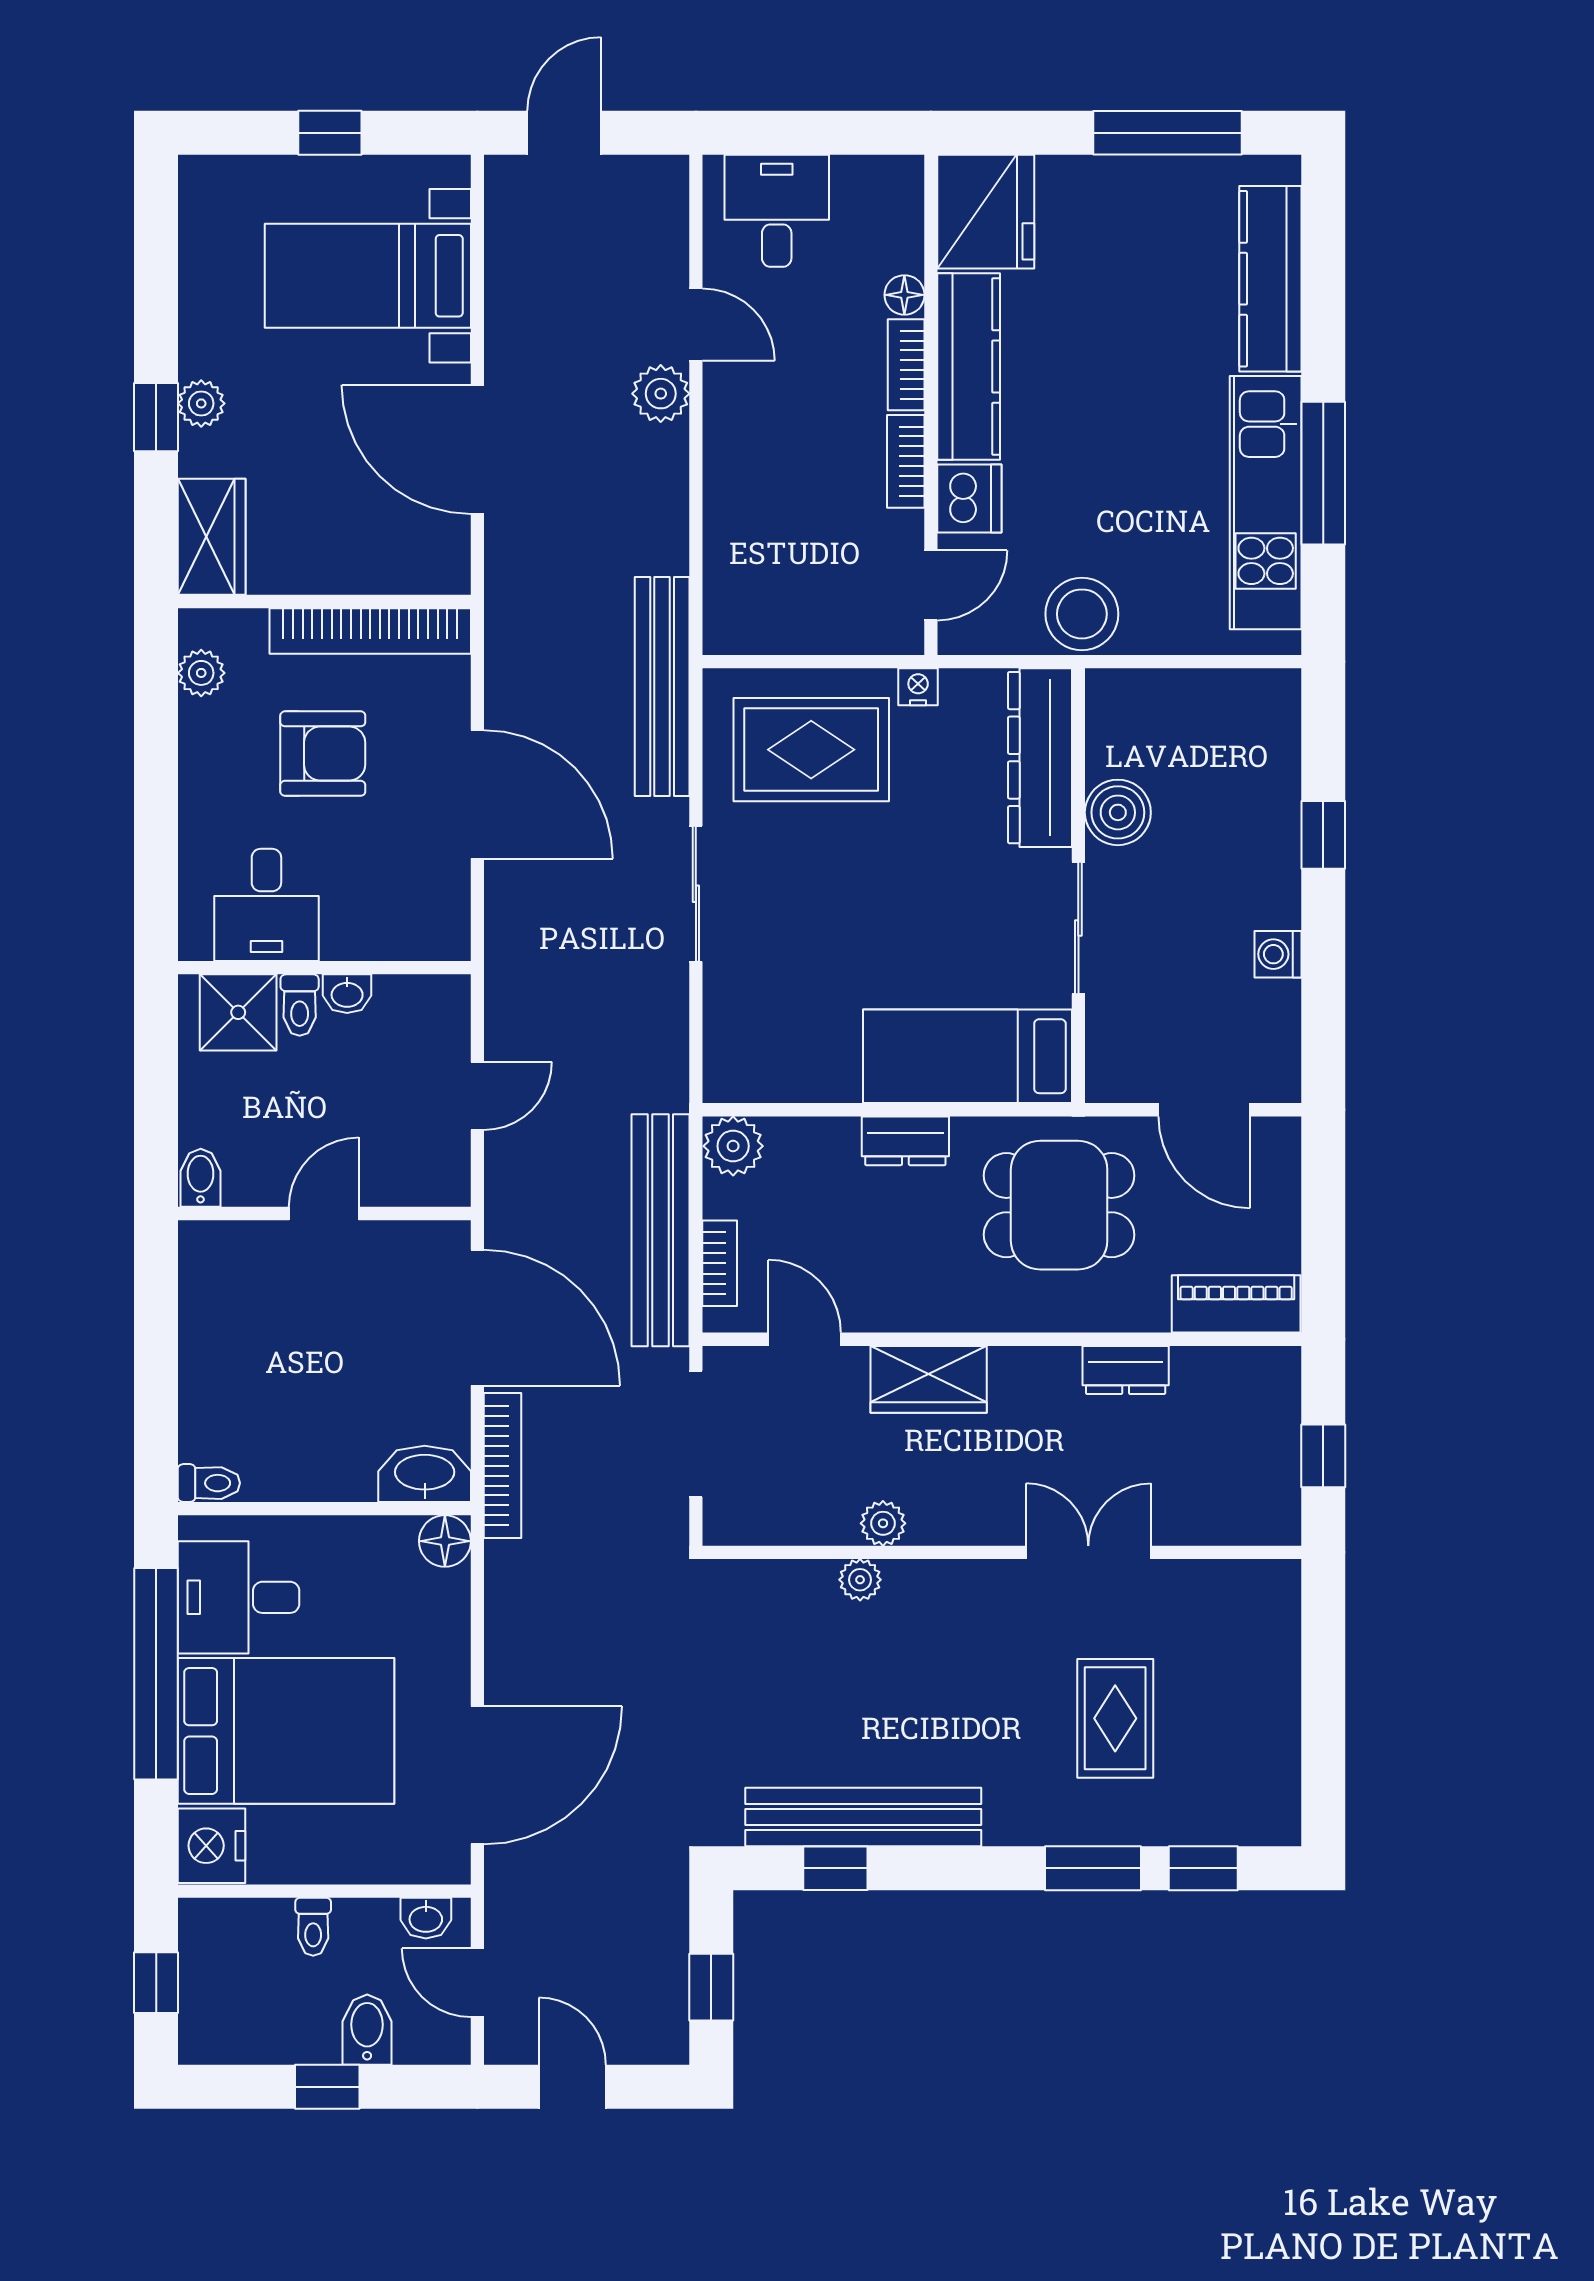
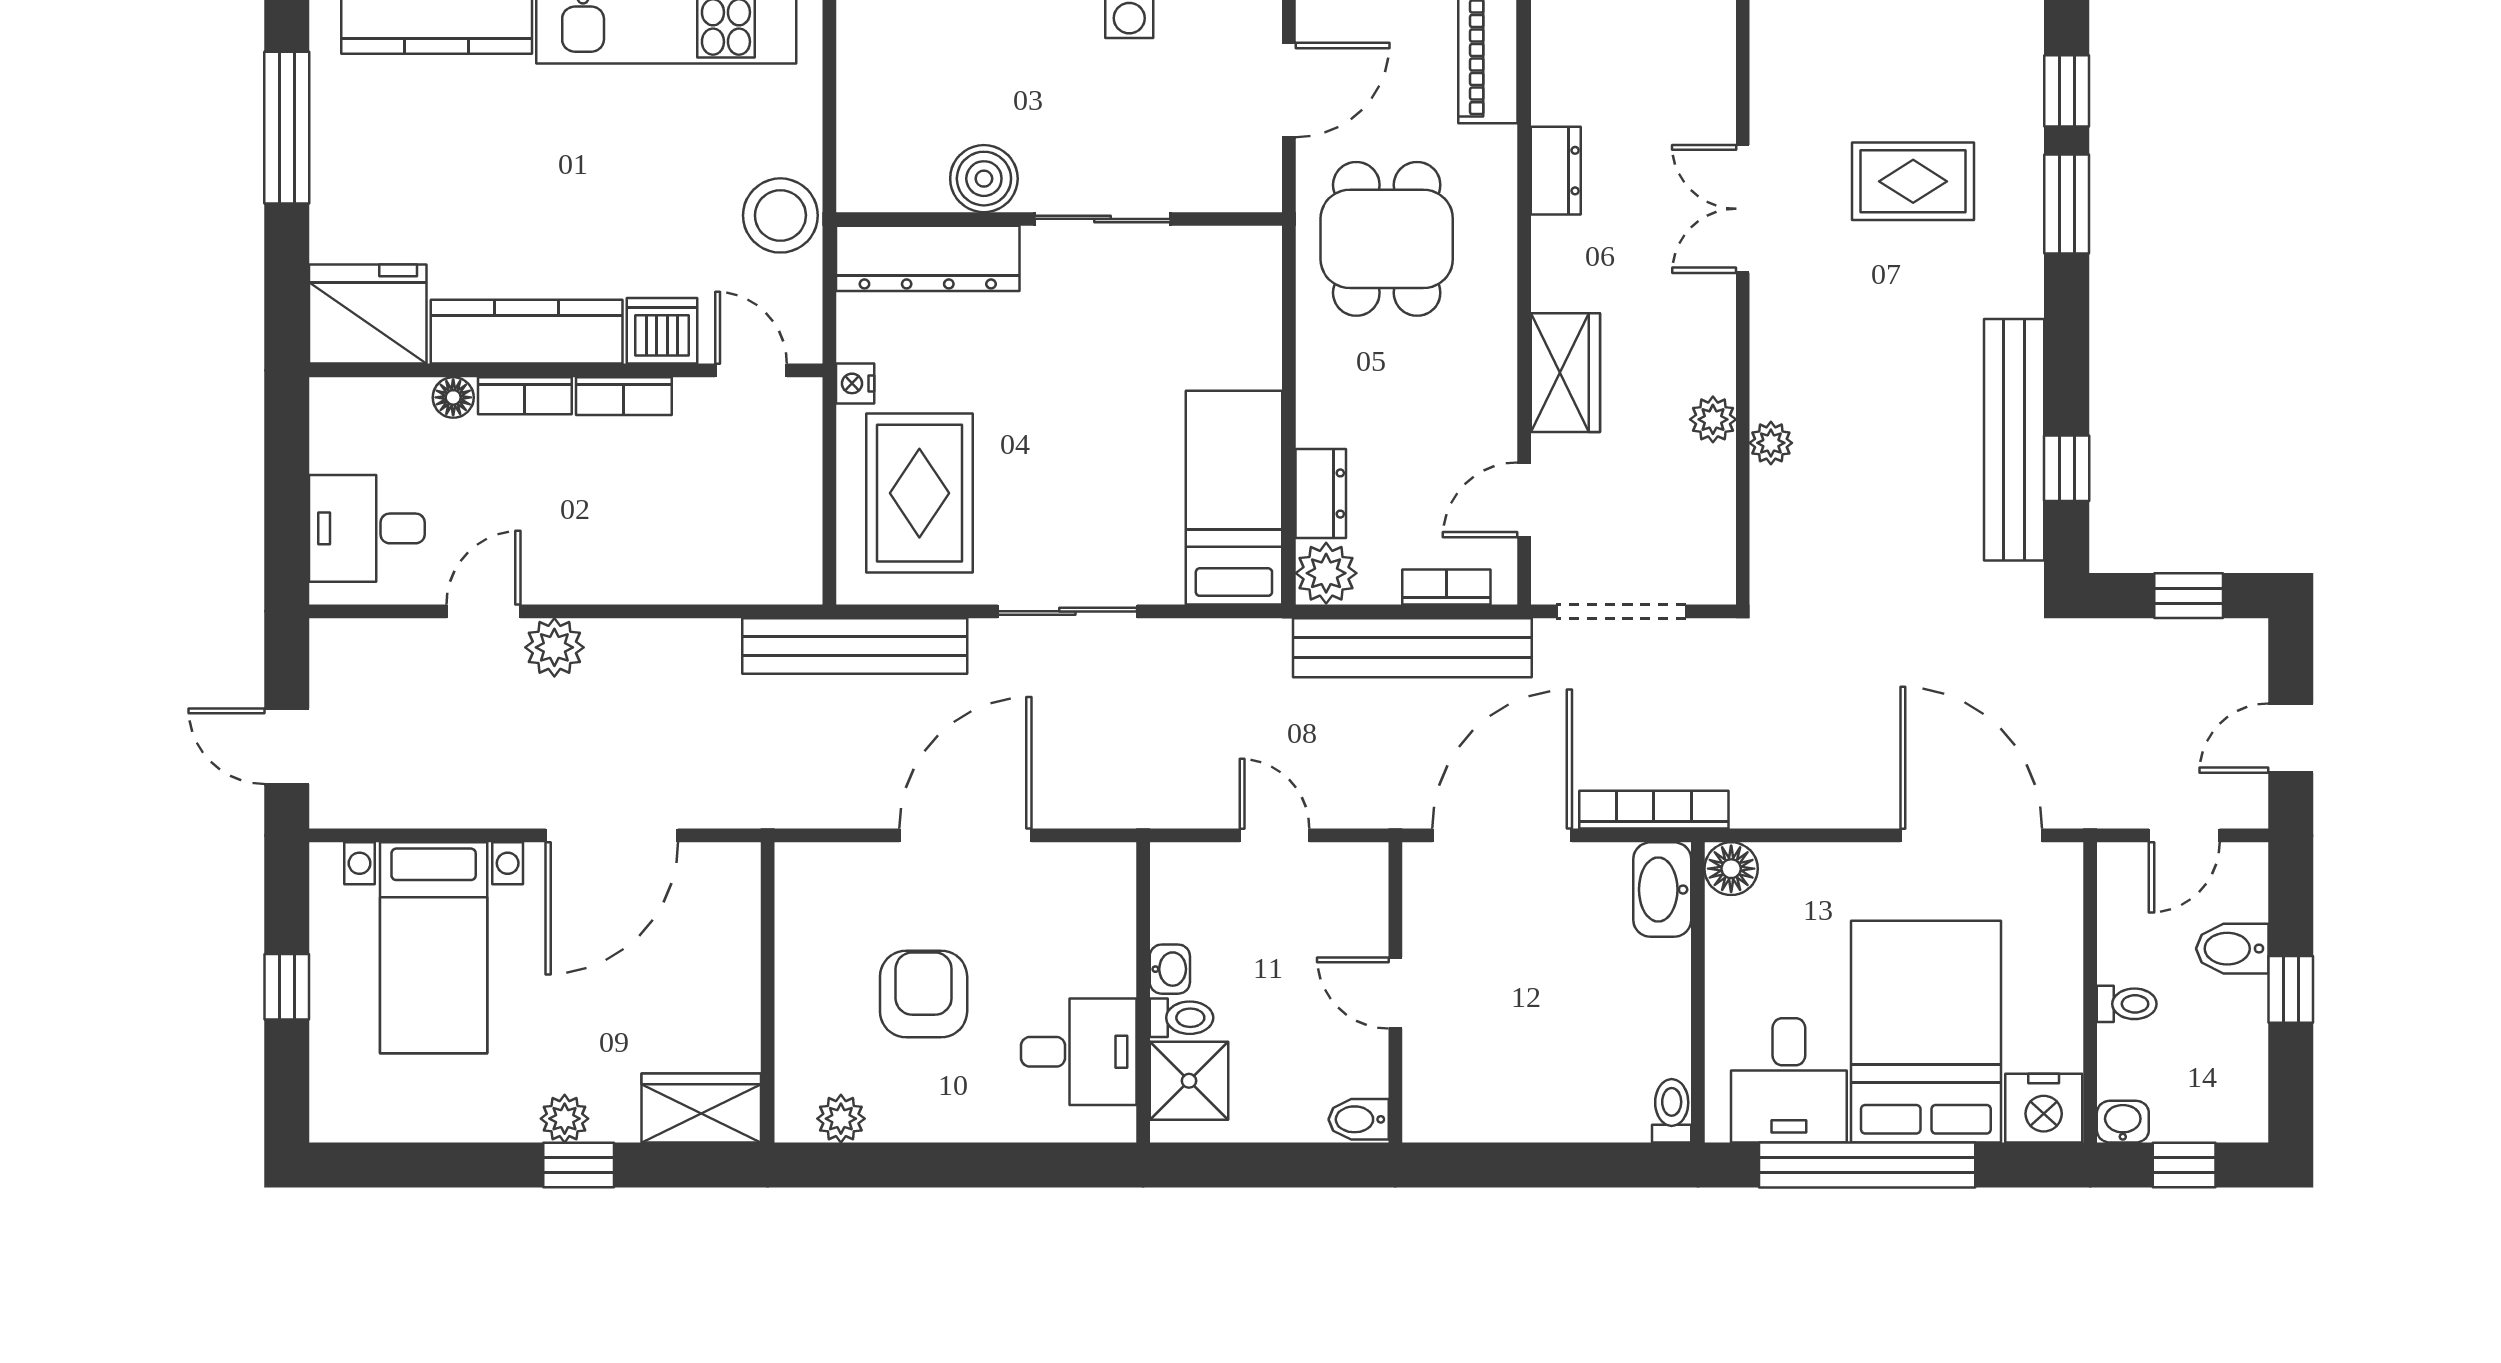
bookcase: (370, 631) -> (798, 945), removed
bed: (968, 1056) -> (1234, 498), moved, turned 180
dresser: (905, 1141) -> (1321, 494), moved
washbasin: (426, 1918) -> (2123, 1122), moved, turned -90

